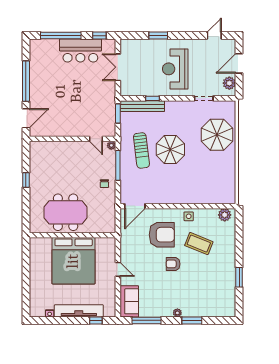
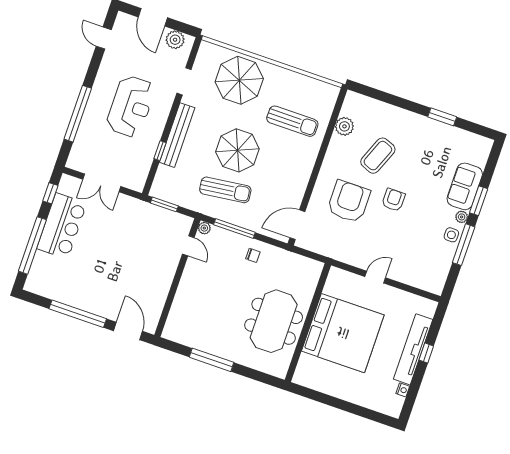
window: (158, 36) -> (78, 114), width x2.11
reception desk: (175, 69) -> (131, 106), turned -90
bench: (142, 106) -> (177, 135), moved
door: (96, 139) -> (188, 246), hinge flipped
sun lounger: (202, 179) -> (292, 121), added
window: (26, 180) -> (211, 360), width x2.17
door: (135, 206) -> (297, 225), swing flipped
plant: (225, 215) -> (344, 126), moved
side table: (189, 216) -> (451, 235), moved
armchair: (173, 264) -> (393, 200), turned 180
sofa: (129, 301) -> (465, 186), moved, turned -90
window: (96, 320) -> (426, 353), moved
window: (147, 320) -> (464, 245), moved

